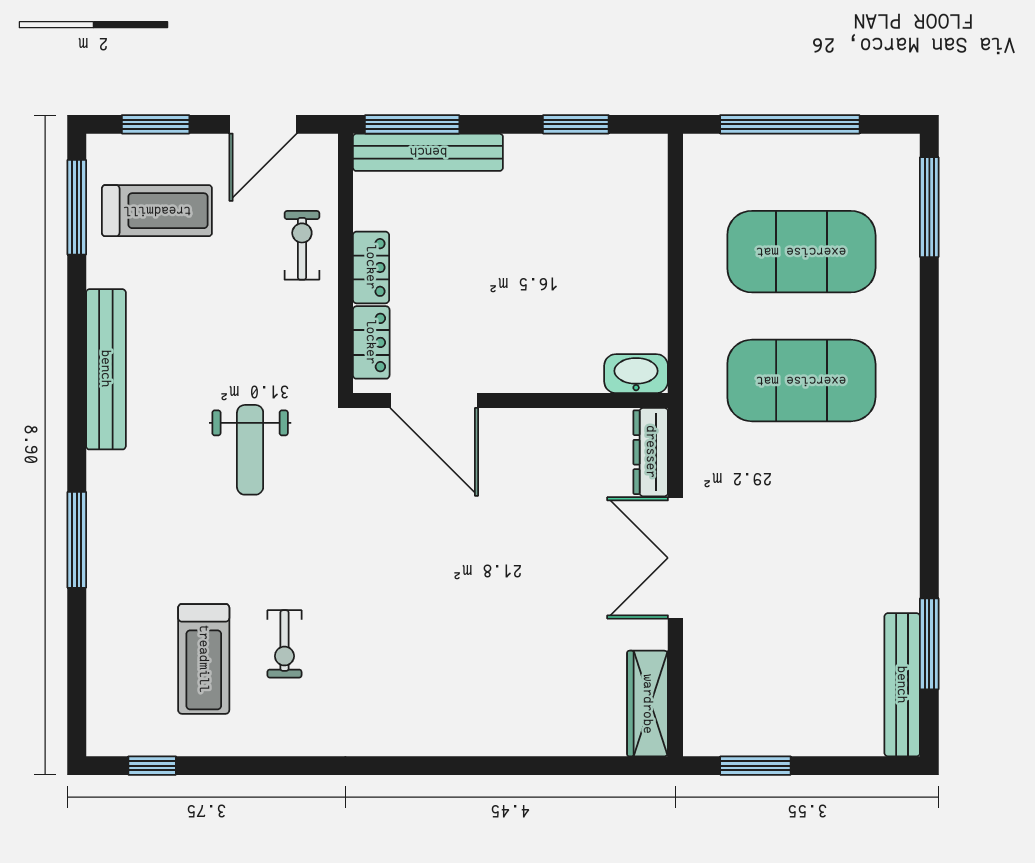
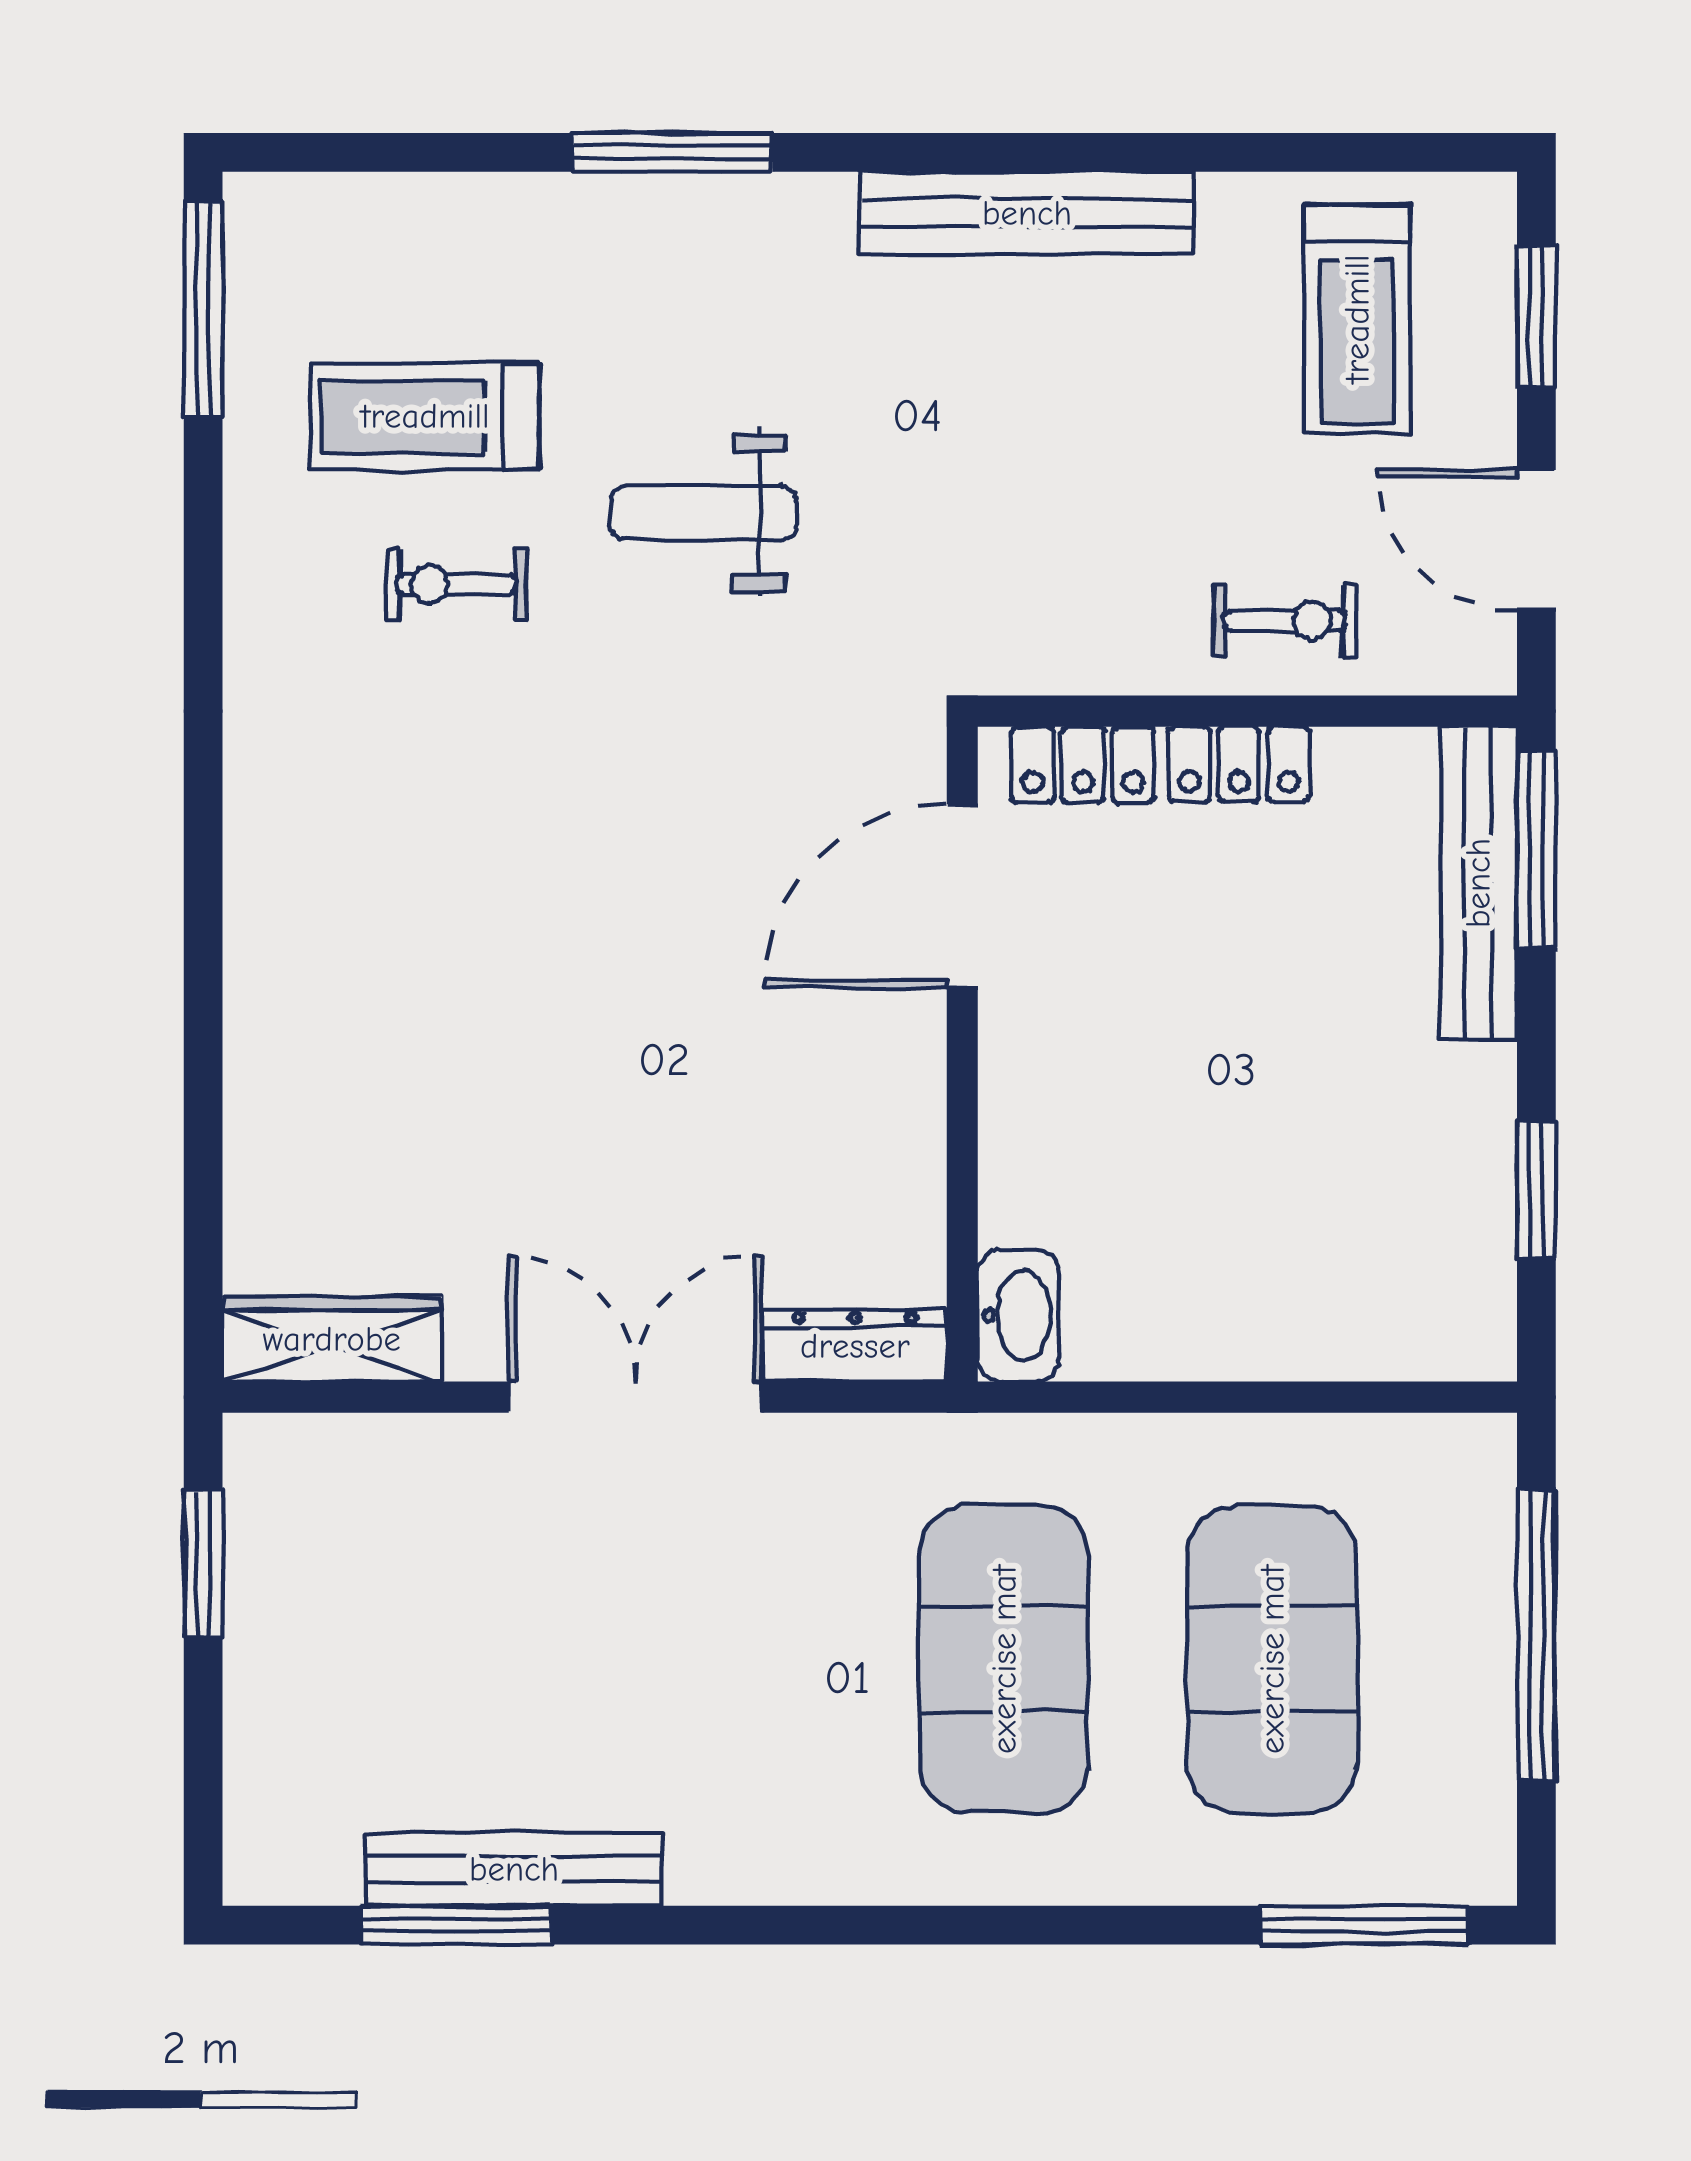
window: (77, 207) -> (1364, 152), removed
weight bench: (250, 450) -> (703, 513), moved
bench: (902, 685) -> (514, 1869), moved
window: (152, 766) -> (203, 309), width x2.17

